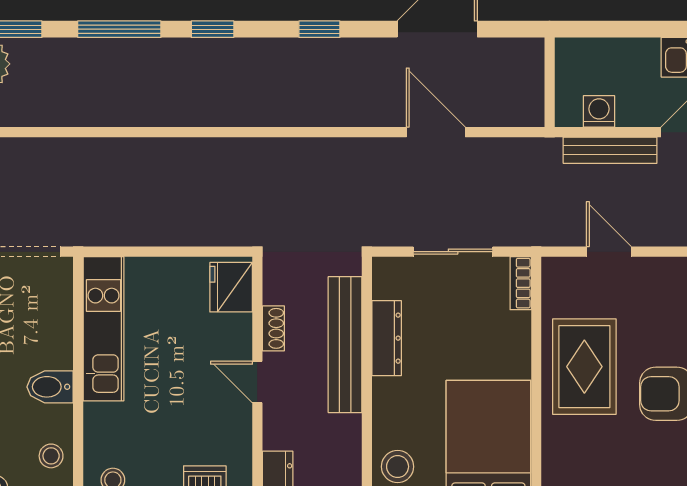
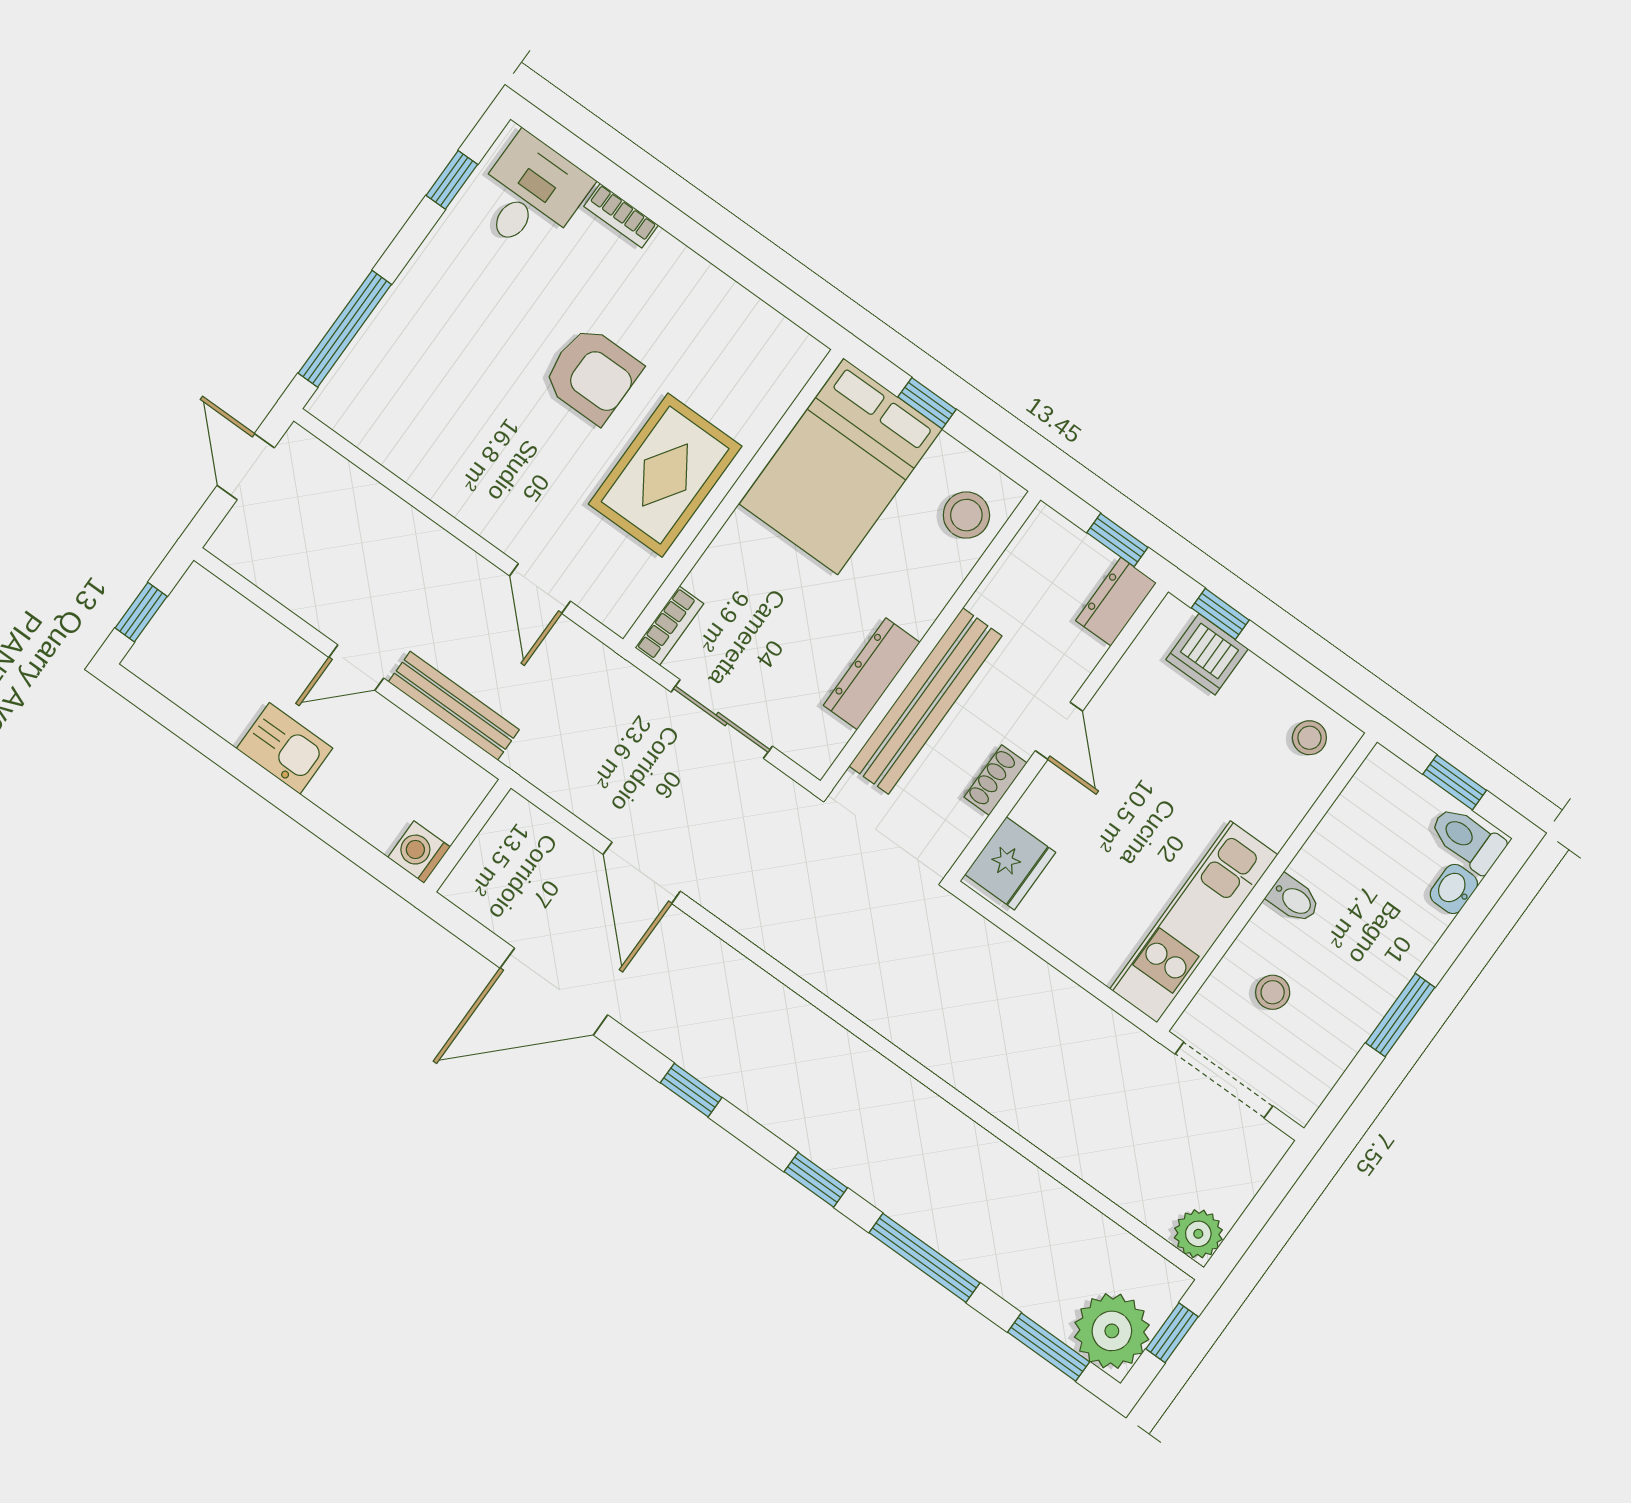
washing machine: (599, 111) -> (419, 852), moved, turned 90
bidet: (50, 387) -> (1294, 899), width x0.72, depth x0.74
stool: (51, 456) -> (1273, 992), moved

